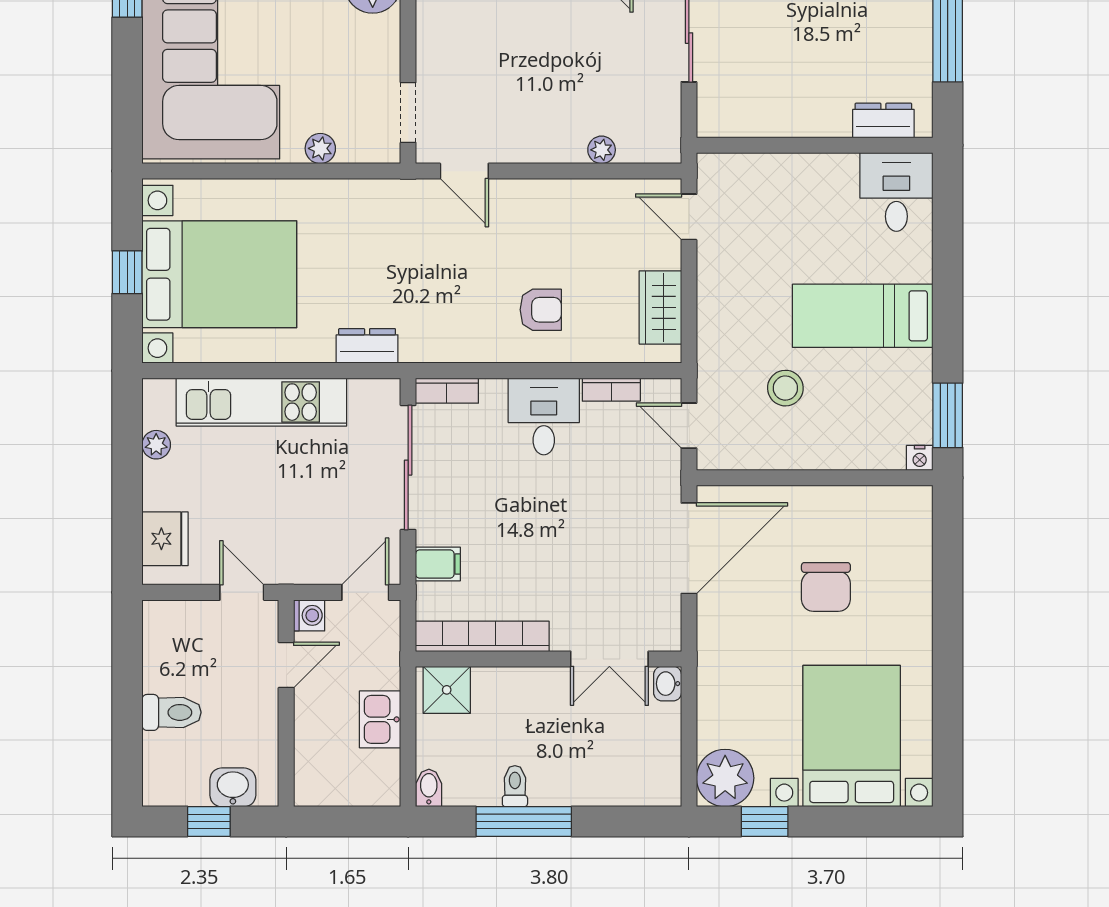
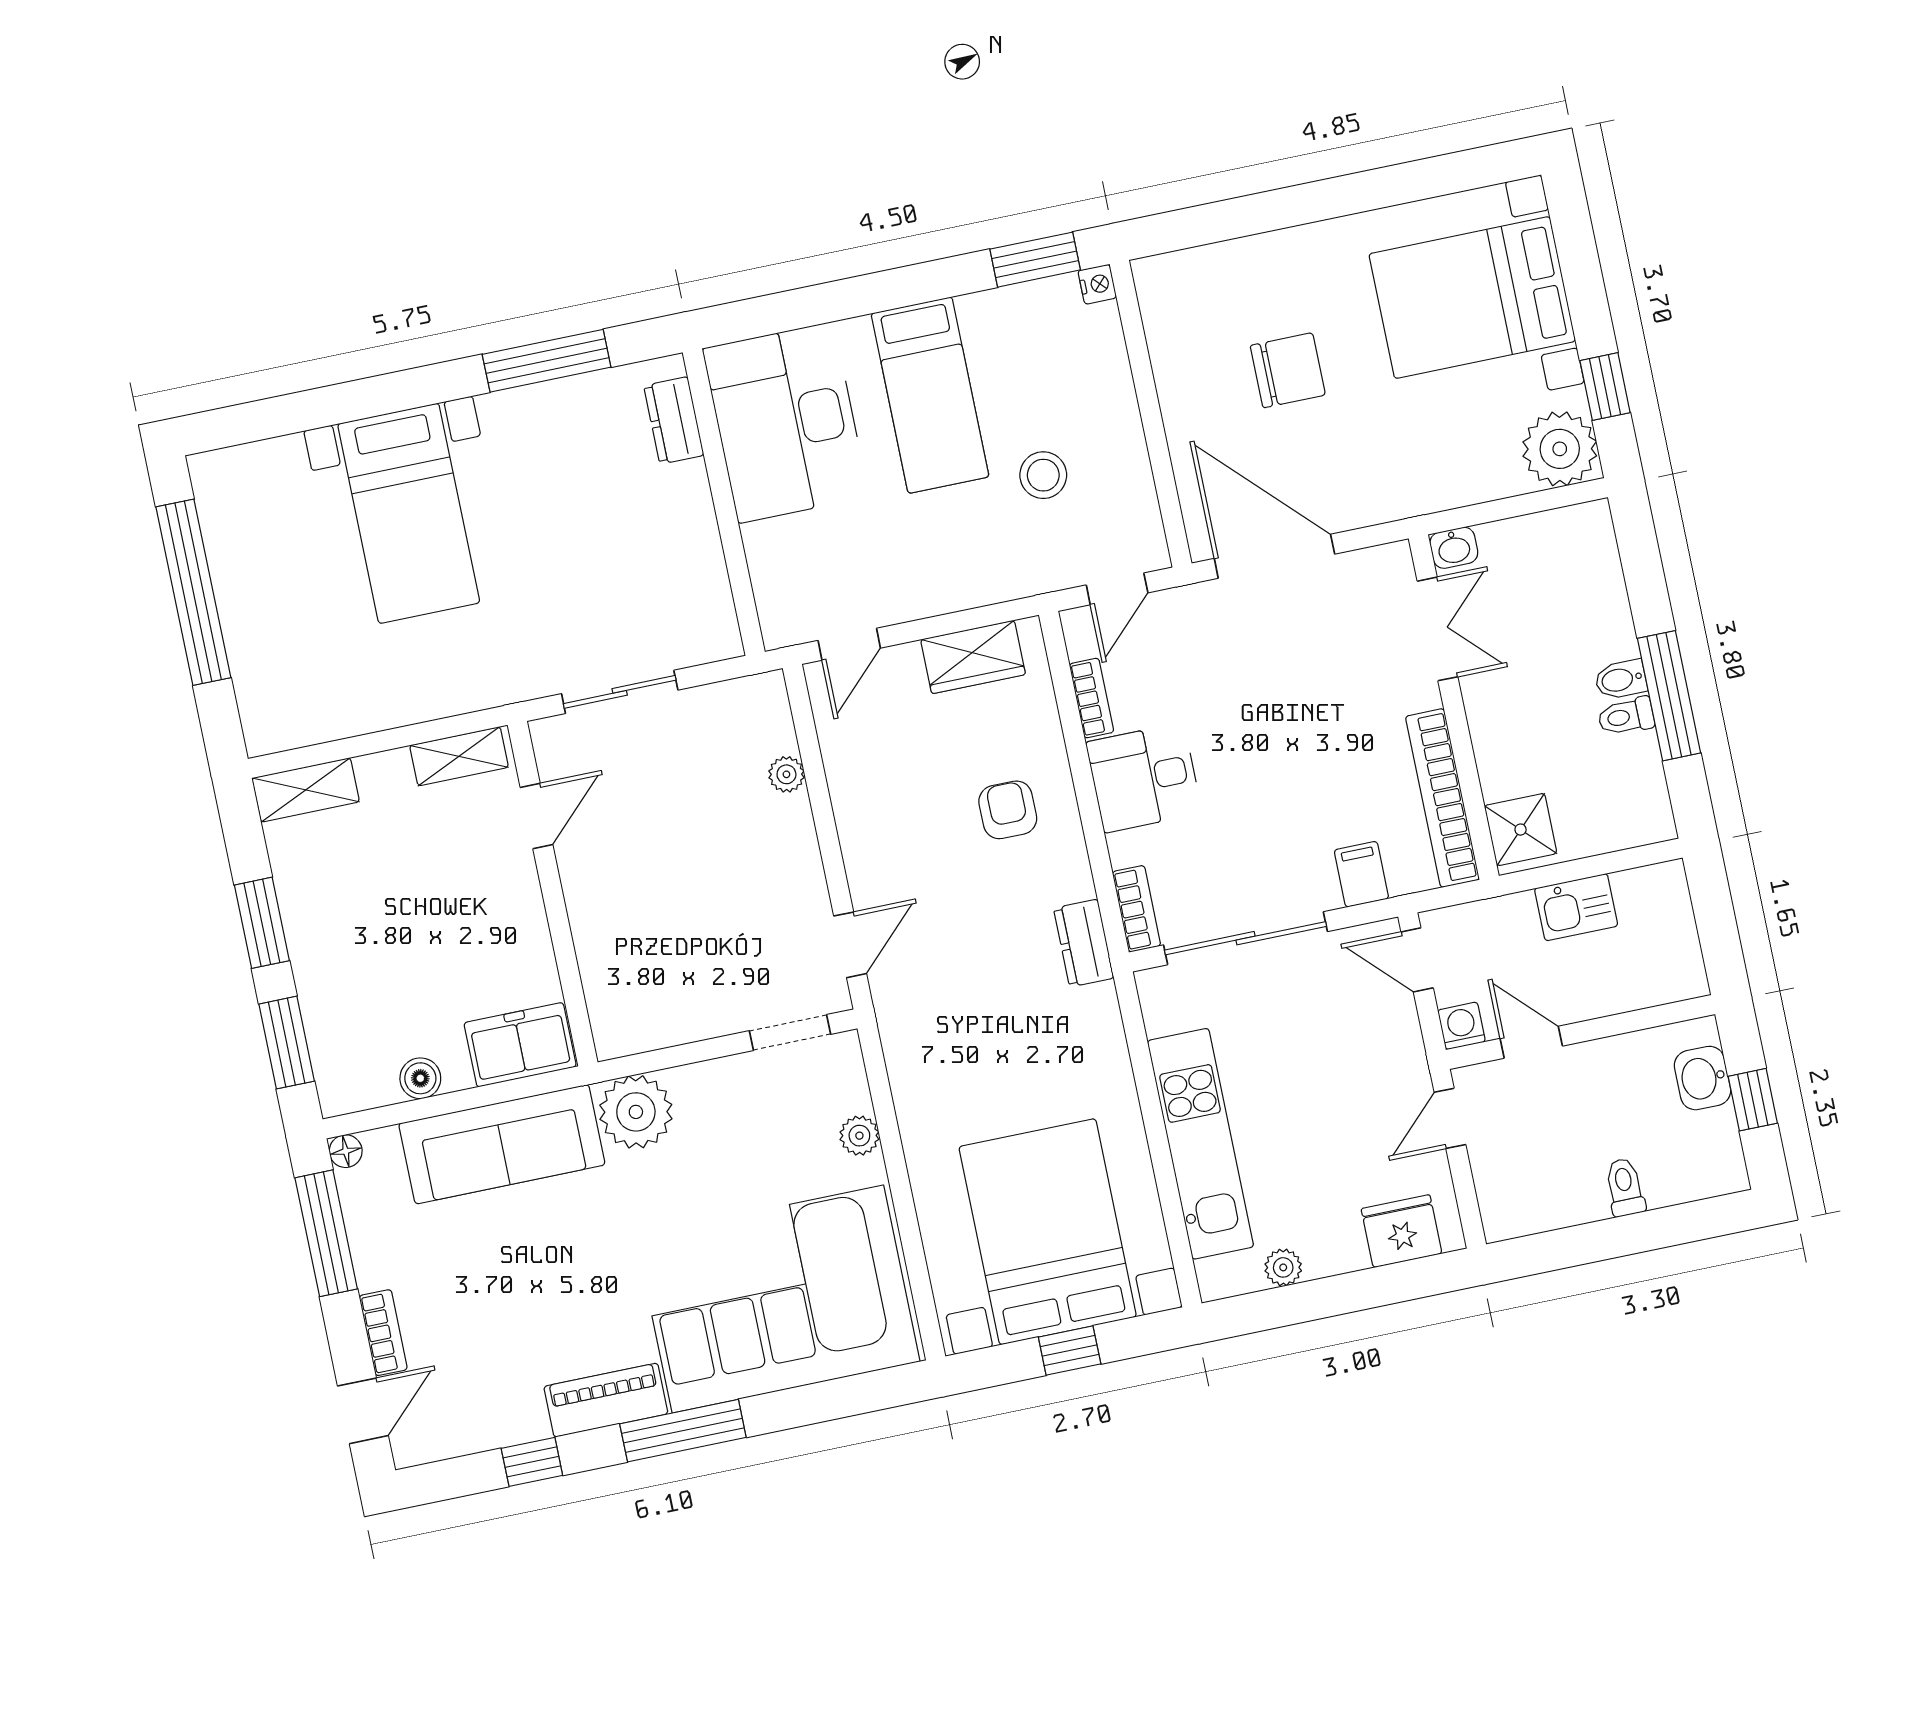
desk: (896, 192) -> (786, 423), width x1.87, depth x1.30
dresser: (367, 346) -> (1084, 943), moved
toilet: (172, 712) -> (1625, 1187), width x0.73, depth x0.72
bidet: (429, 788) -> (1621, 679), moved

